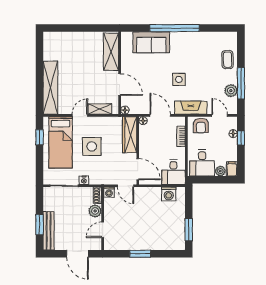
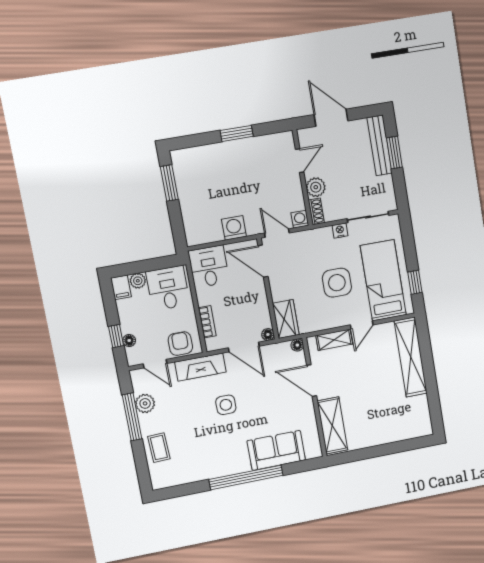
wardrobe: (130, 135) -> (286, 319), width x0.67
washing machine: (169, 194) -> (234, 228), moved

